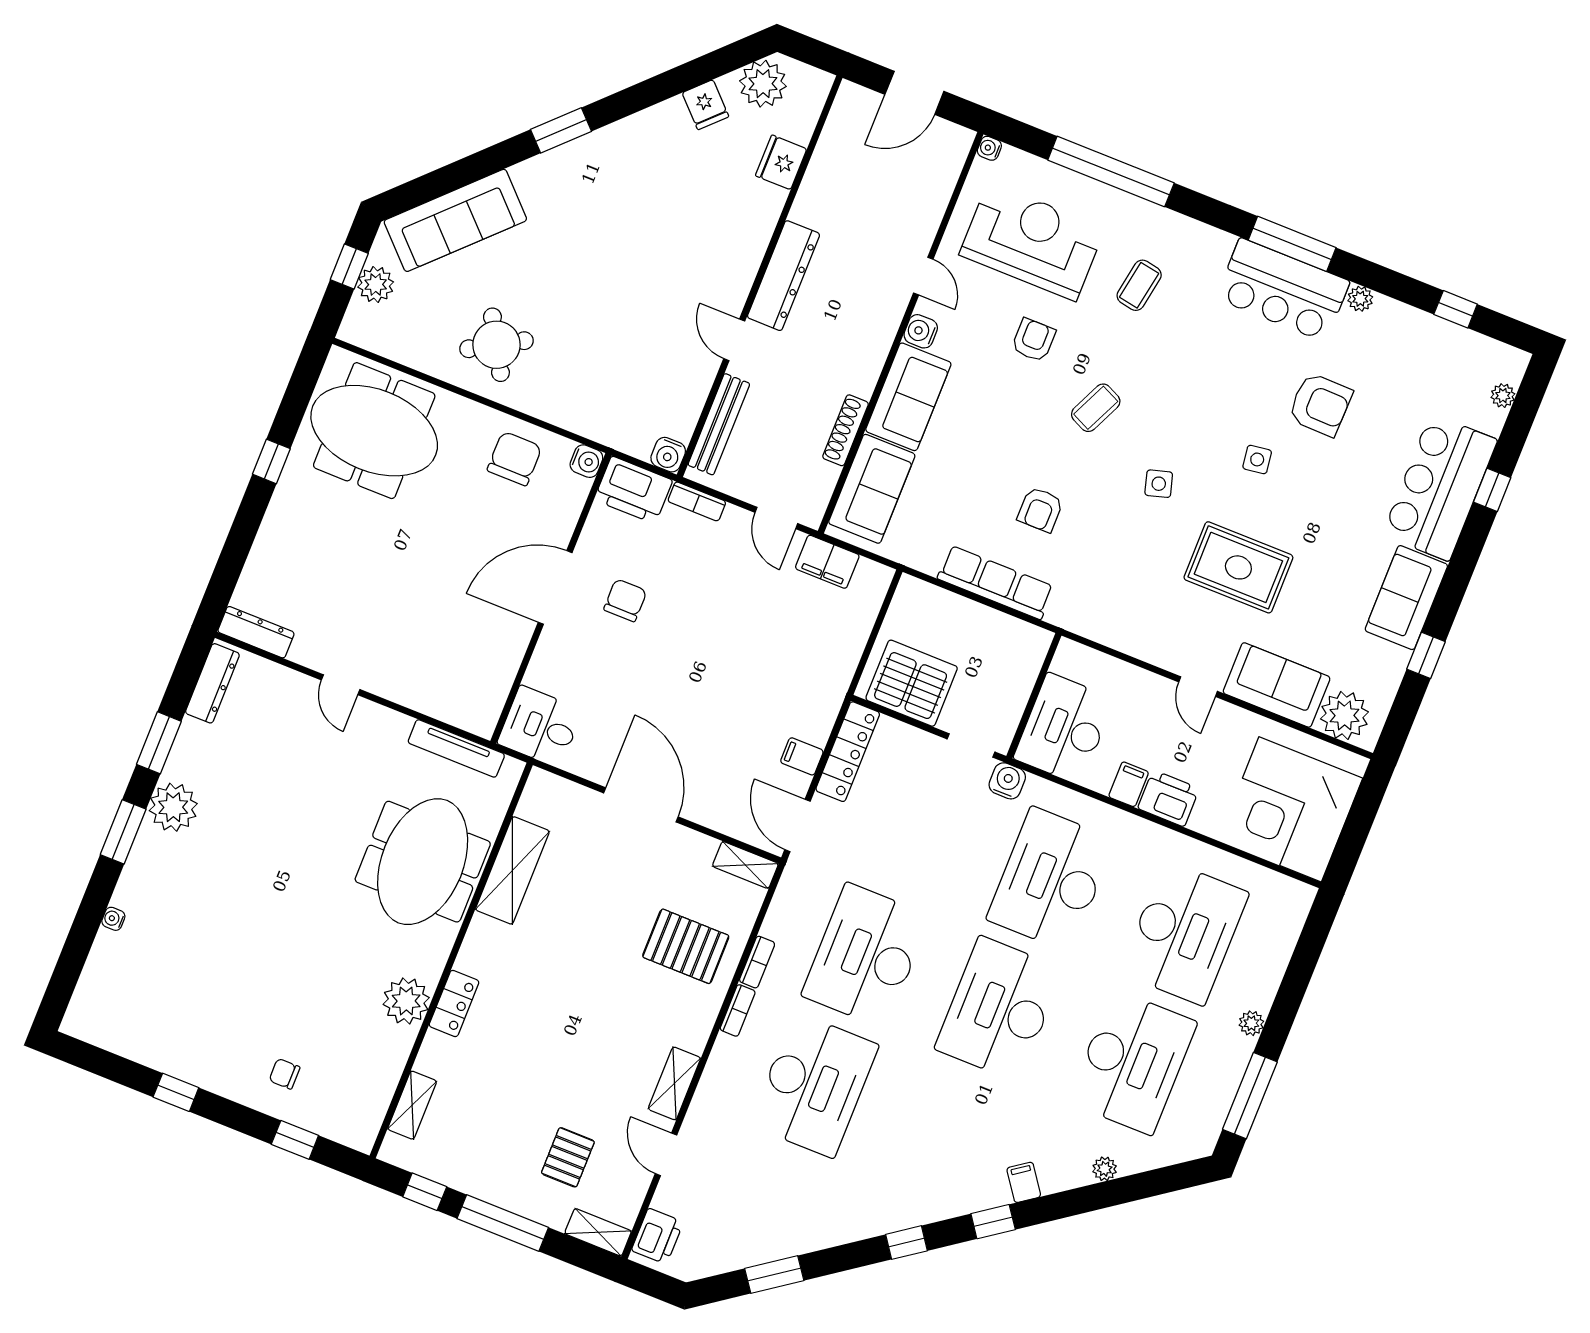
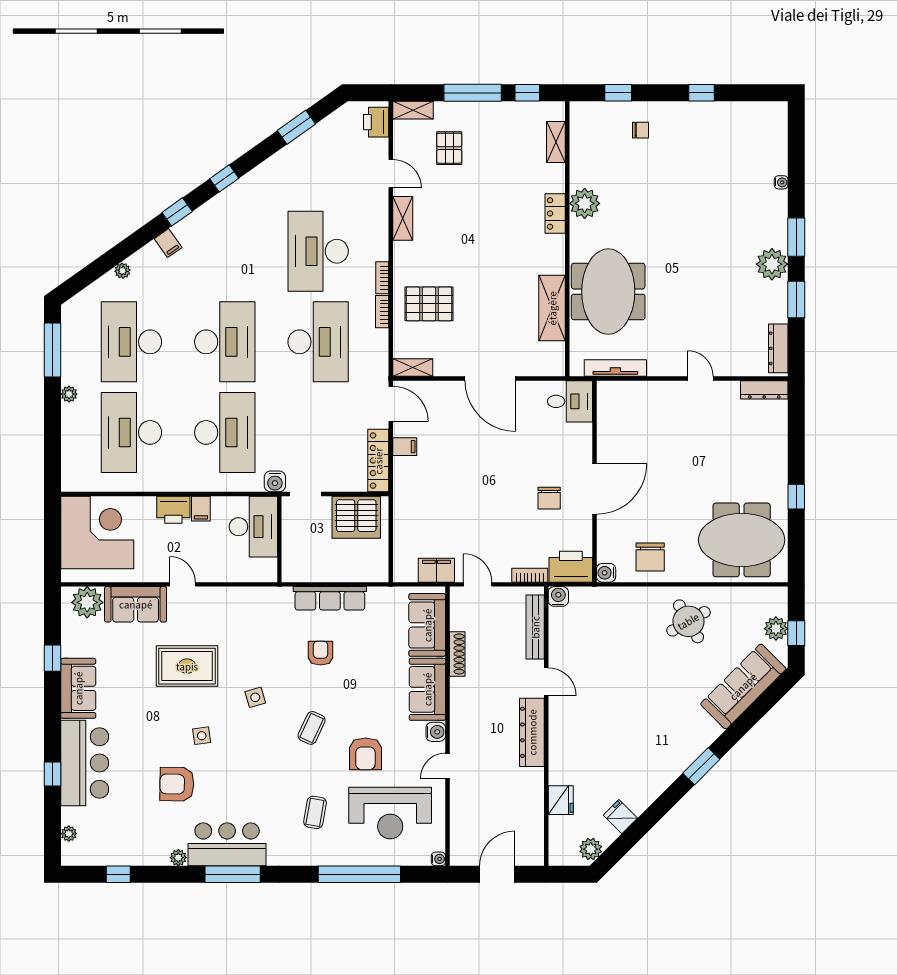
plant: (763, 84) -> (591, 849), width x0.73, depth x0.73
door: (923, 276) -> (447, 766), hinge flipped
armchair: (1034, 340) -> (365, 754), width x1.38, depth x1.38

